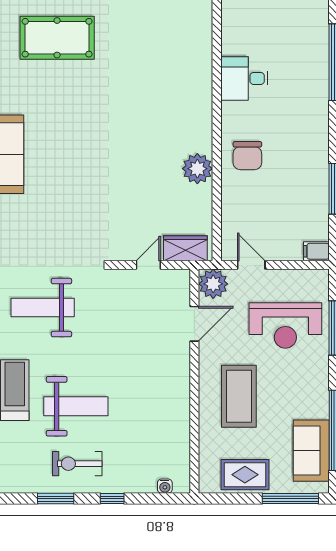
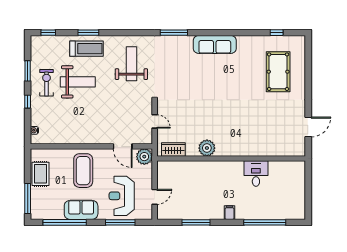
chair: (247, 156) -> (214, 175), removed
wardrobe: (185, 248) -> (173, 149), moved, turned -90
filing cabinet: (316, 251) -> (229, 213), moved
door: (251, 265) -> (155, 197), moved
coffee table: (239, 396) -> (83, 171), turned 90
weight bench: (76, 406) -> (78, 82), turned -90
sofa: (311, 451) -> (81, 210), moved

